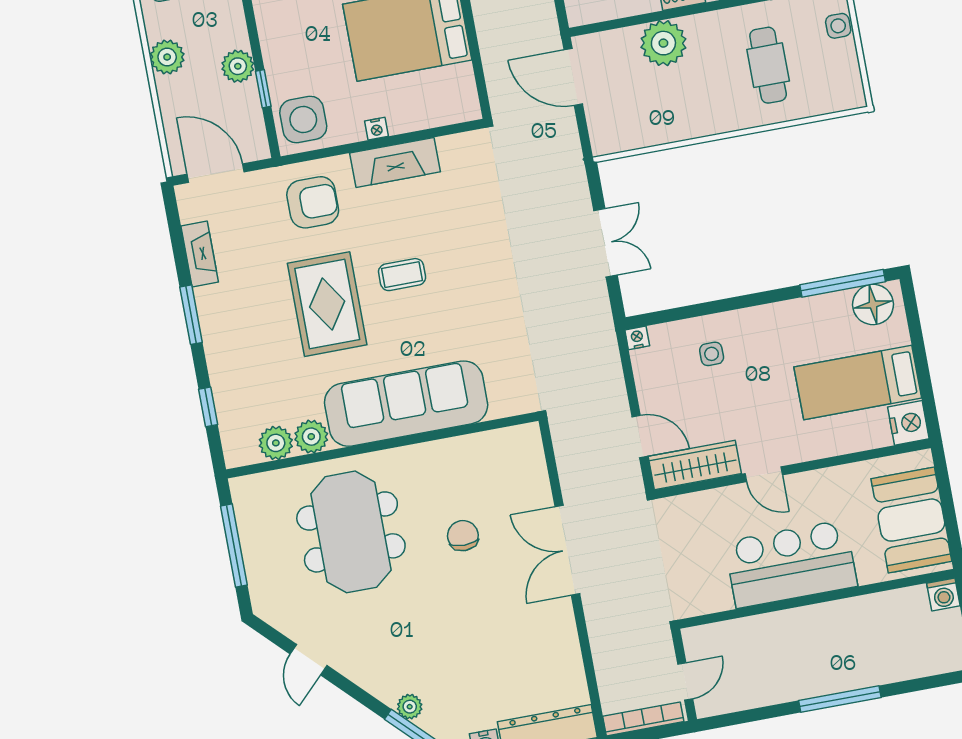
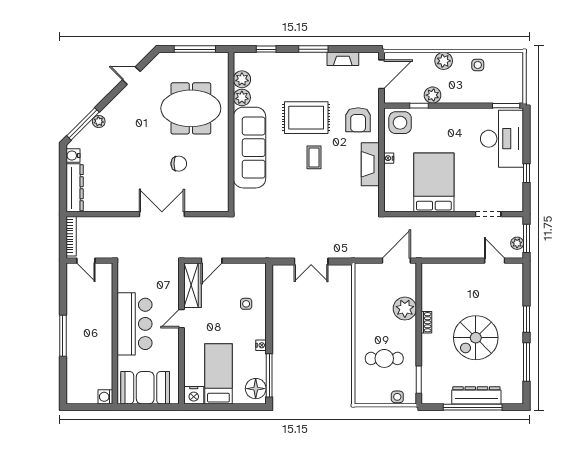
nightstand: (637, 338) -> (261, 345), moved

